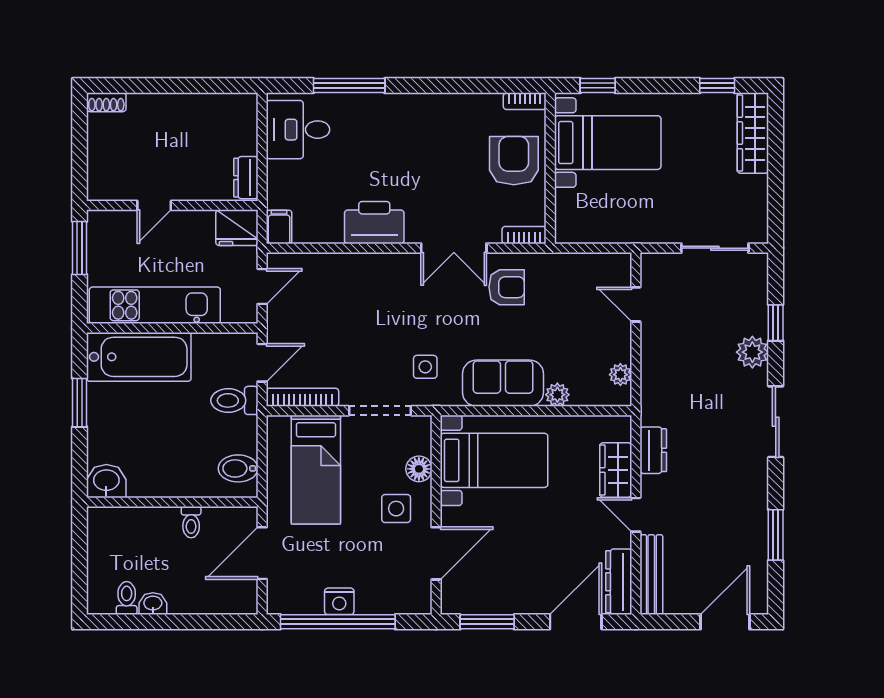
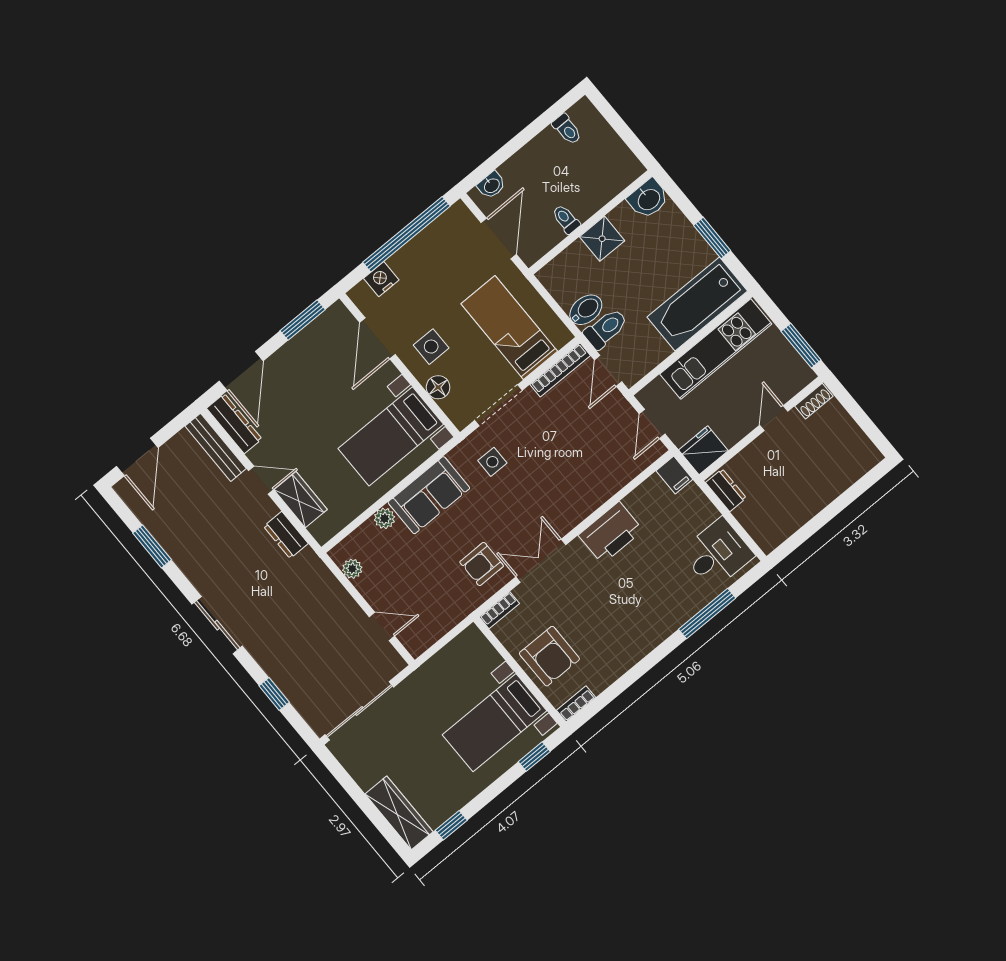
shoe rack: (106, 102) -> (814, 401), moved, turned 180
sliding door: (715, 248) -> (359, 711), width x1.37
plant: (752, 352) -> (273, 660), removed
bidet: (238, 468) -> (586, 310), moved
shower: (174, 480) -> (602, 239), added
nightstand: (339, 601) -> (381, 279), moved
washbasin: (153, 604) -> (491, 185), moved

